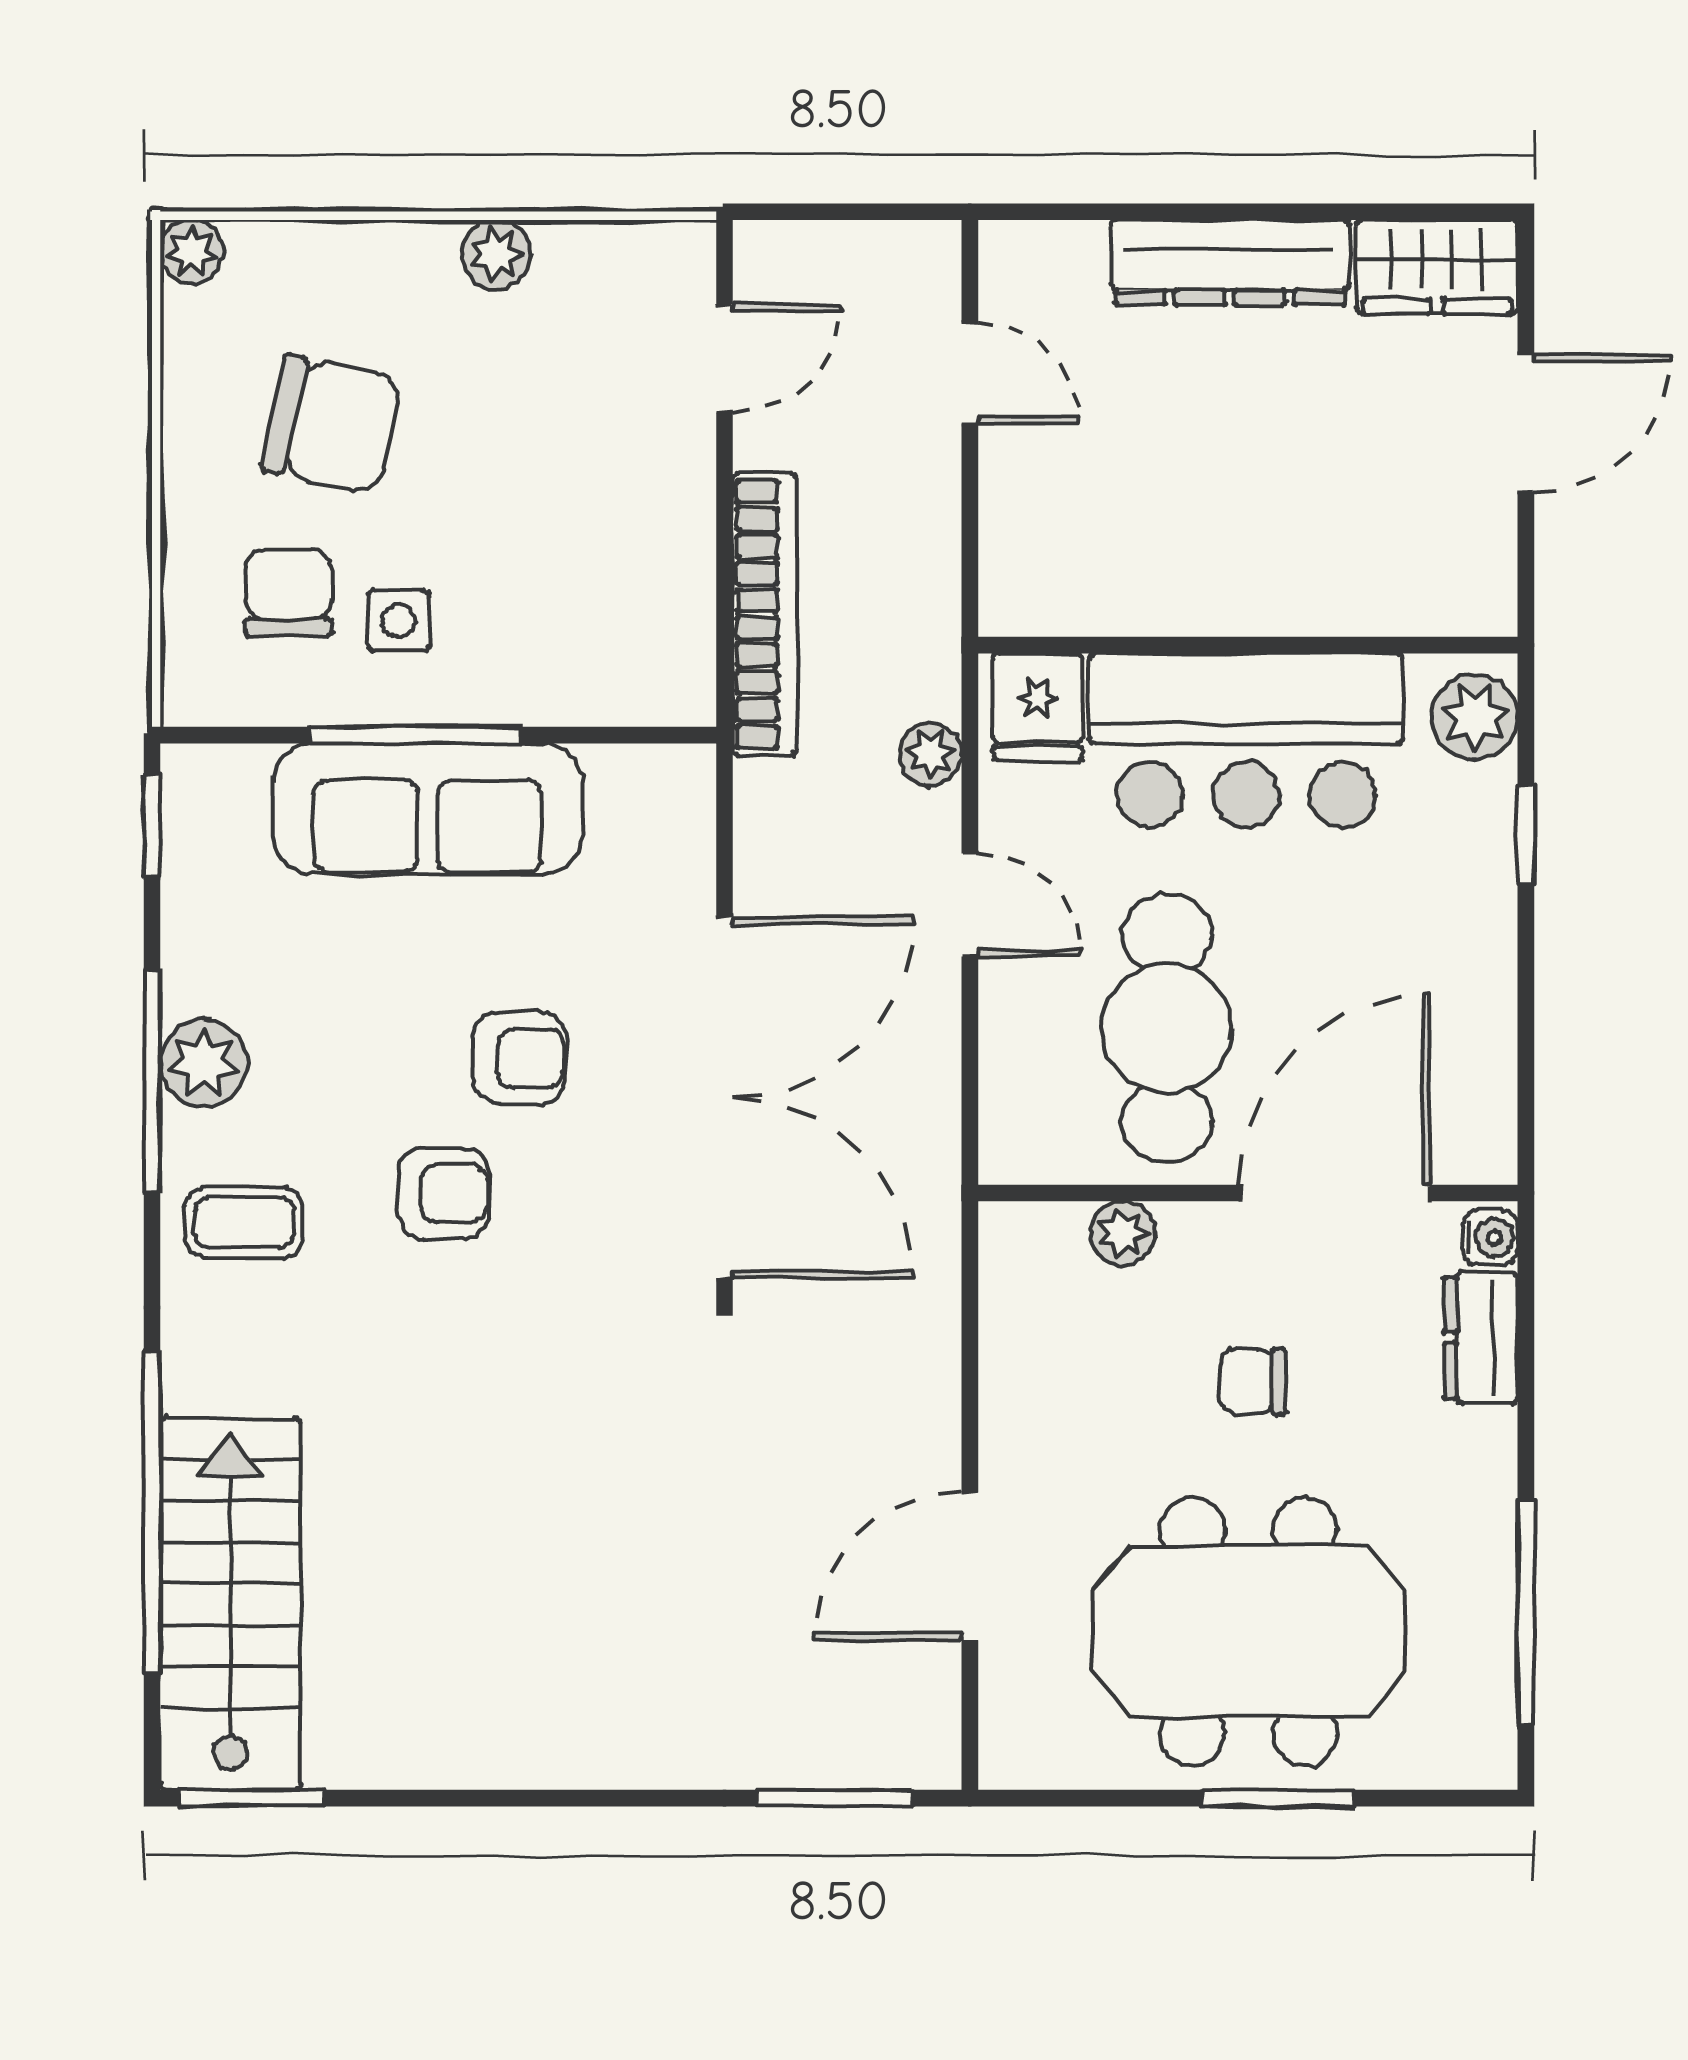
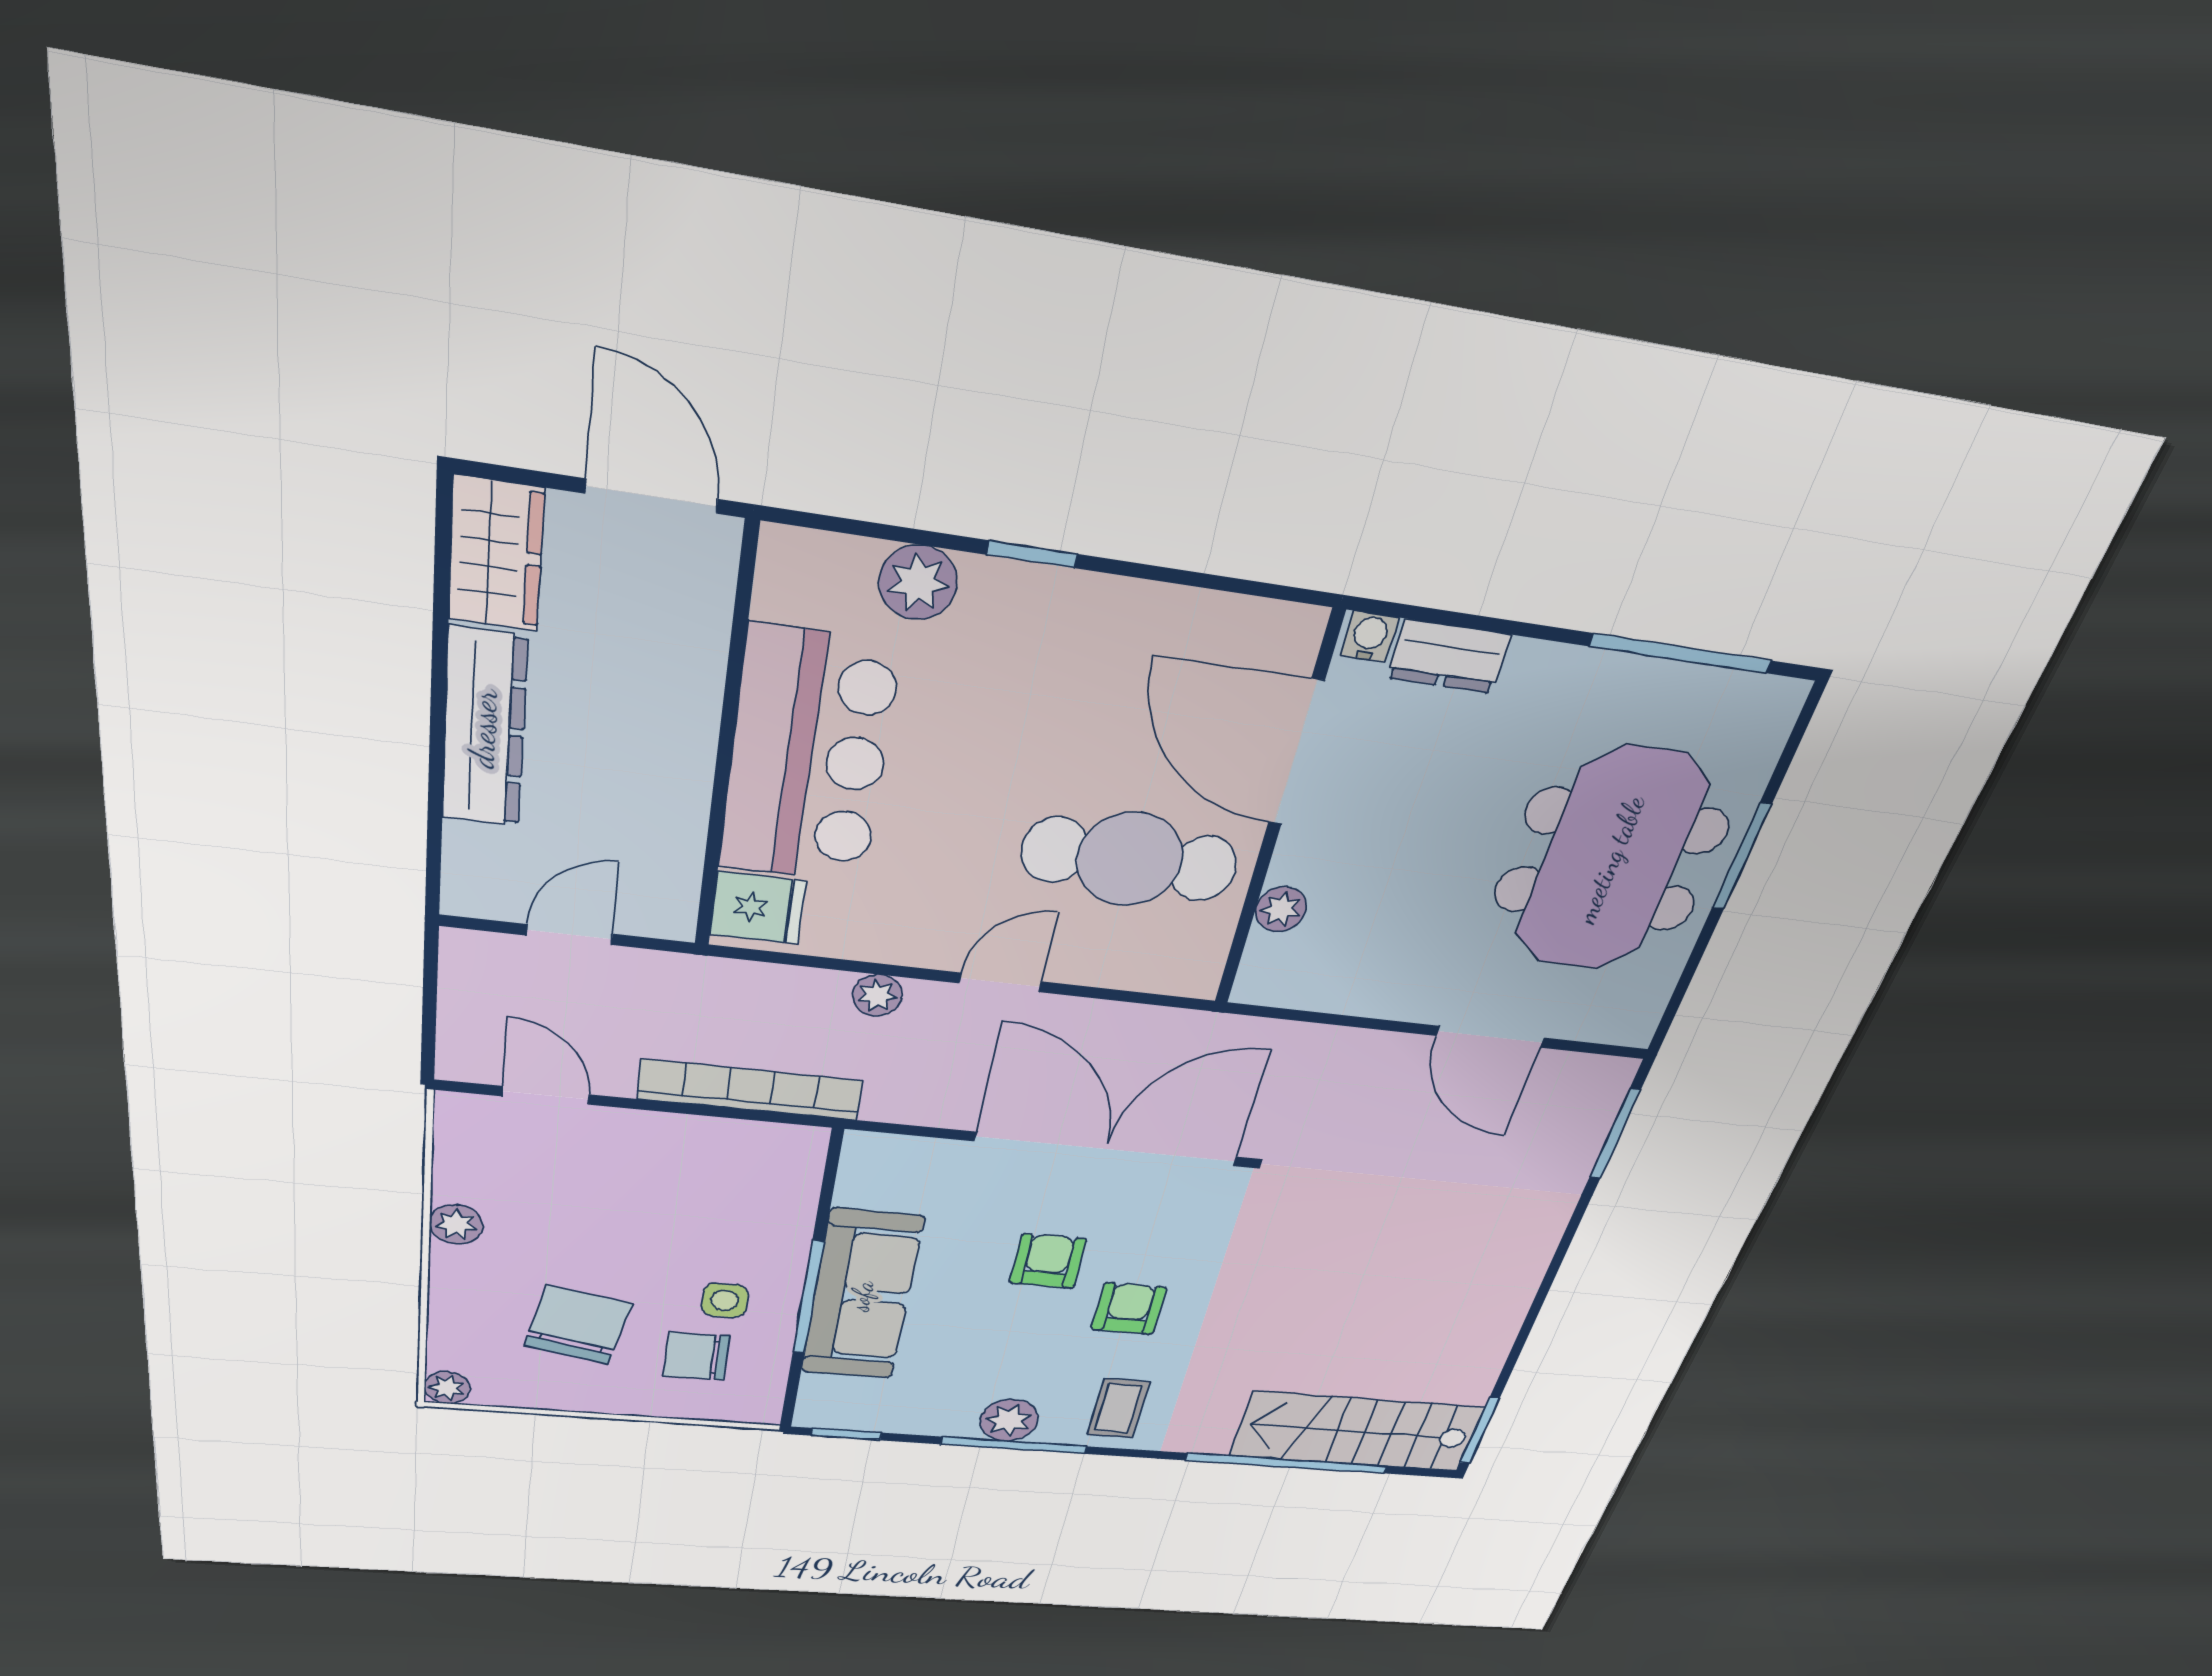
wall: (1248, 645) -> (725, 745), moved
fridge: (1038, 707) -> (758, 908), moved
bar counter: (1246, 741) -> (808, 758), moved
chair: (1253, 1382) -> (1424, 833), removed

